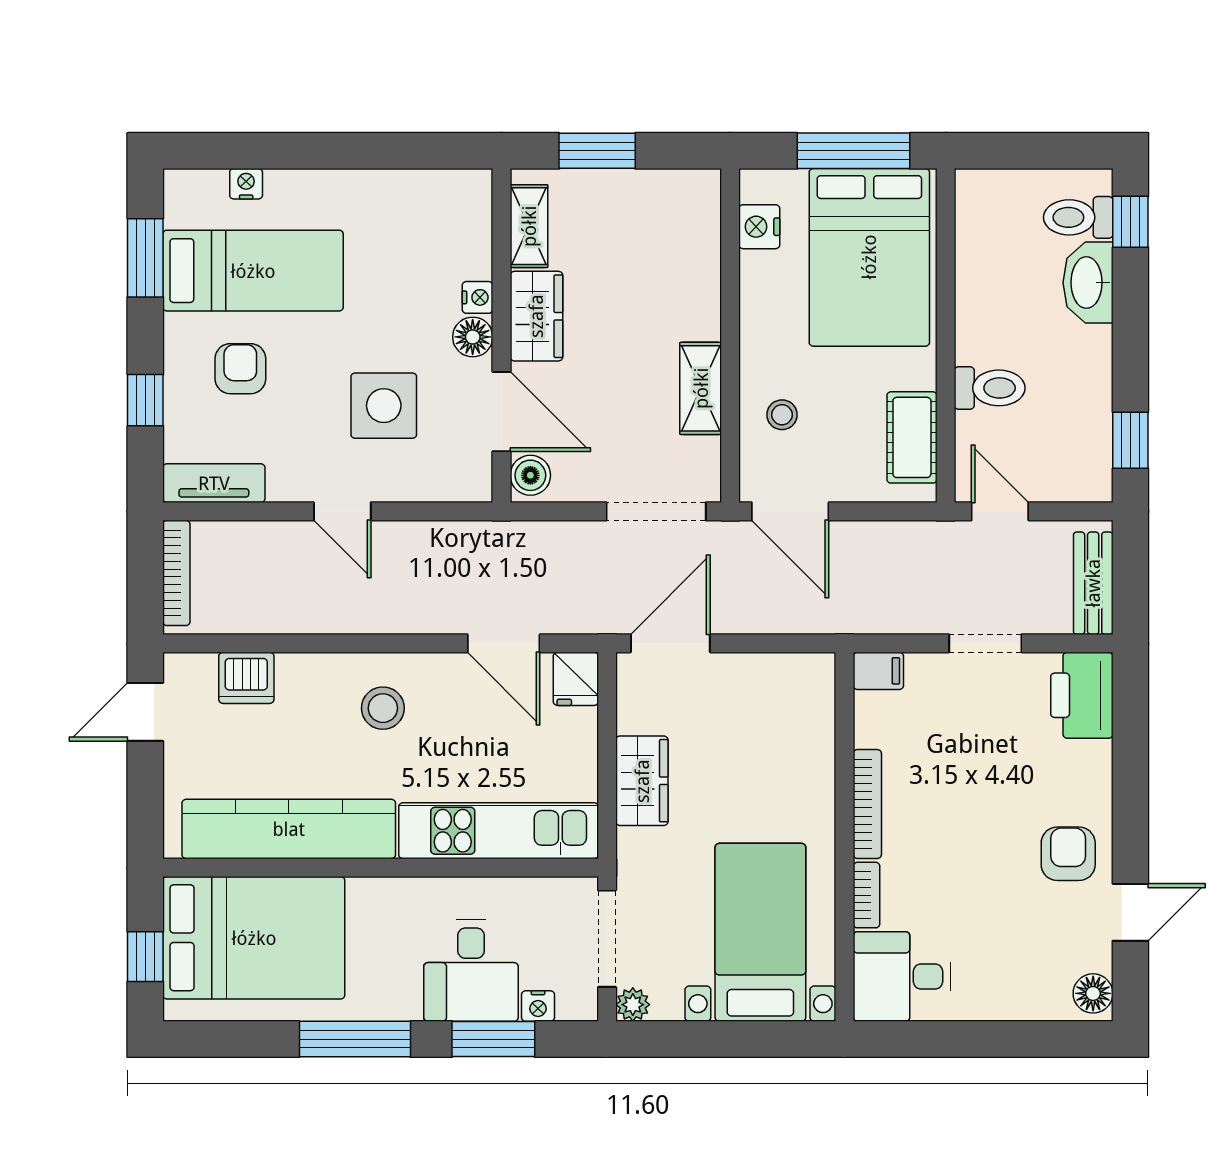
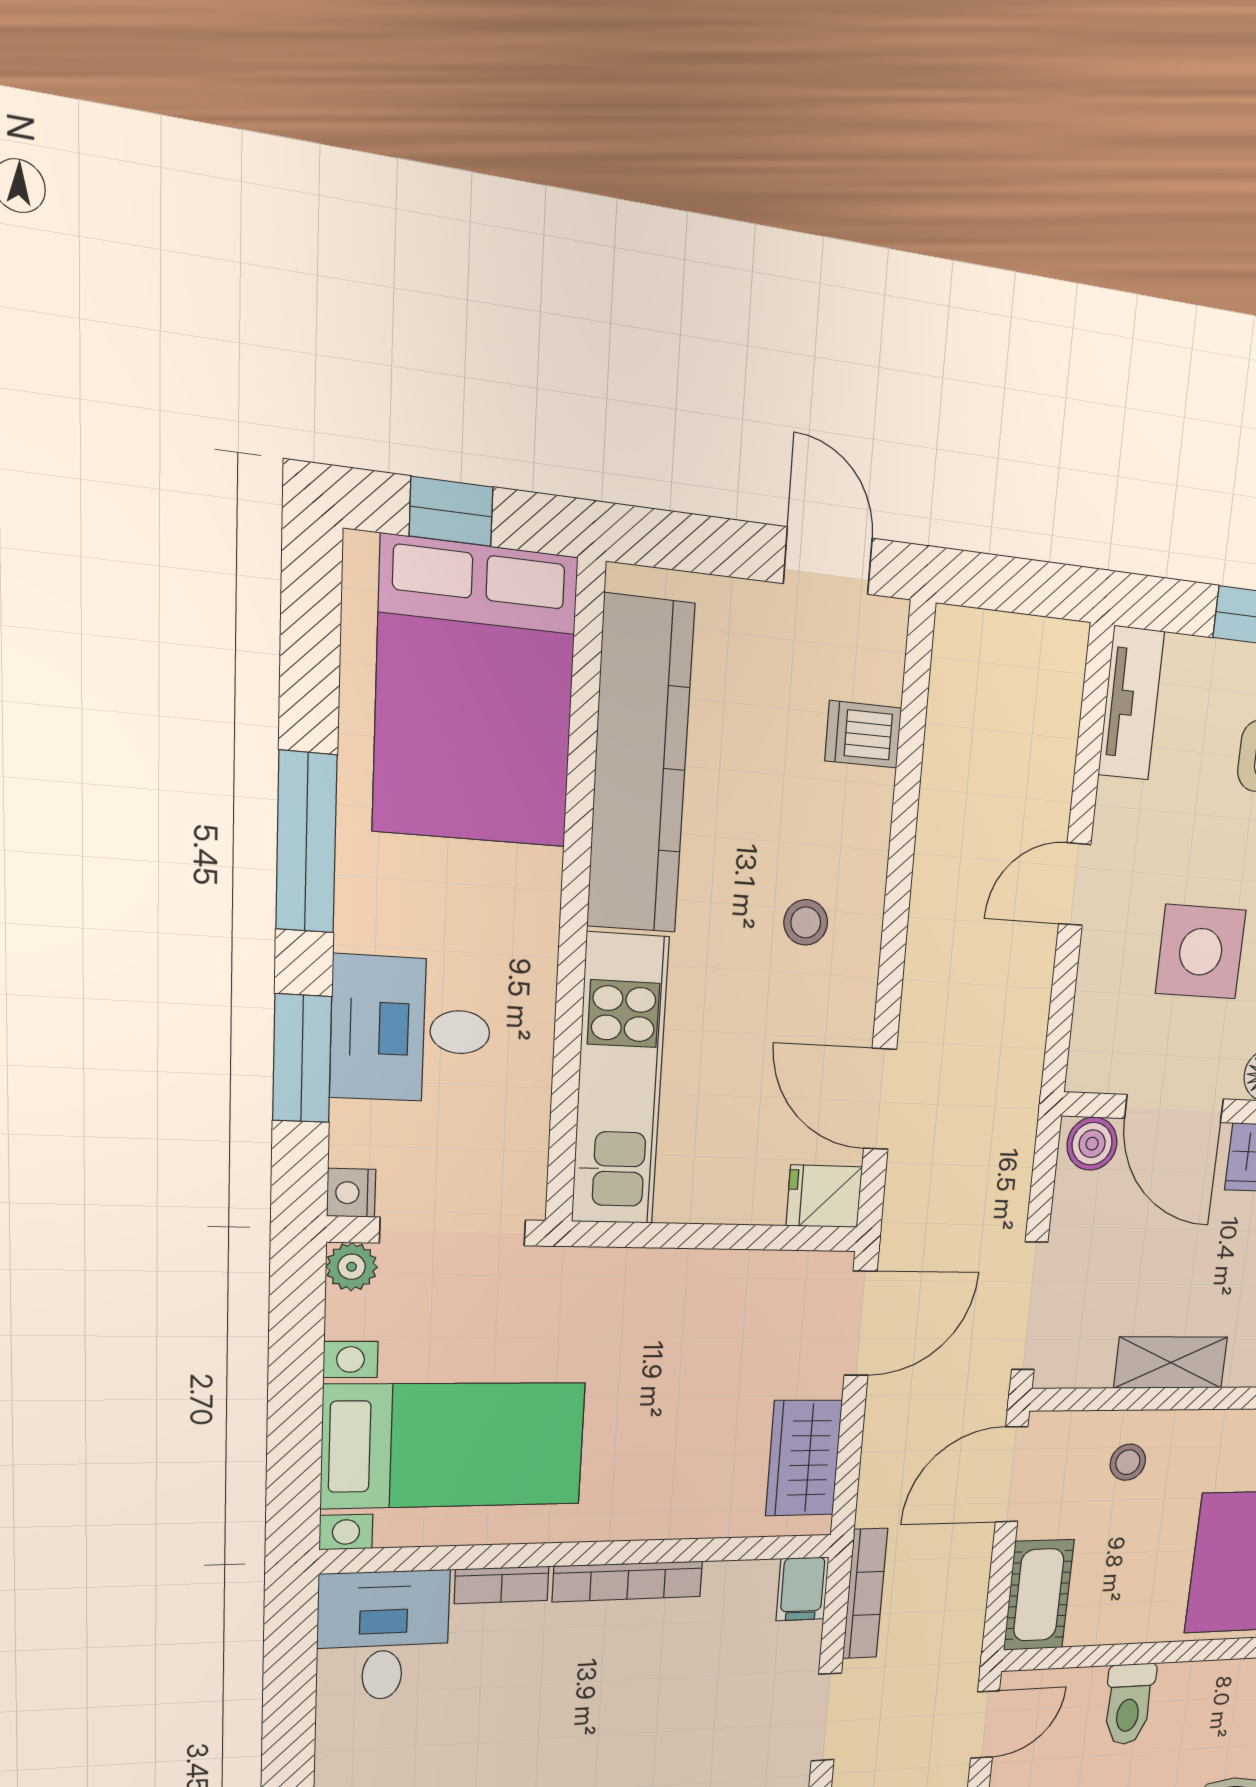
door: (502, 412) -> (1174, 1109), hinge flipped
cot: (912, 437) -> (1039, 1595), moved, turned 90
bookcase: (176, 573) -> (865, 1594), moved, turned -90
door: (504, 643) -> (880, 1099), hinge flipped
door: (670, 643) -> (861, 1323), hinge flipped
dishwasher: (246, 678) -> (863, 734), width x0.73
stool: (383, 708) -> (806, 922), width x0.73, depth x0.73
wardrobe: (642, 781) -> (804, 1458), moved, turned 90
nightstand: (538, 1006) -> (351, 1193), moved

